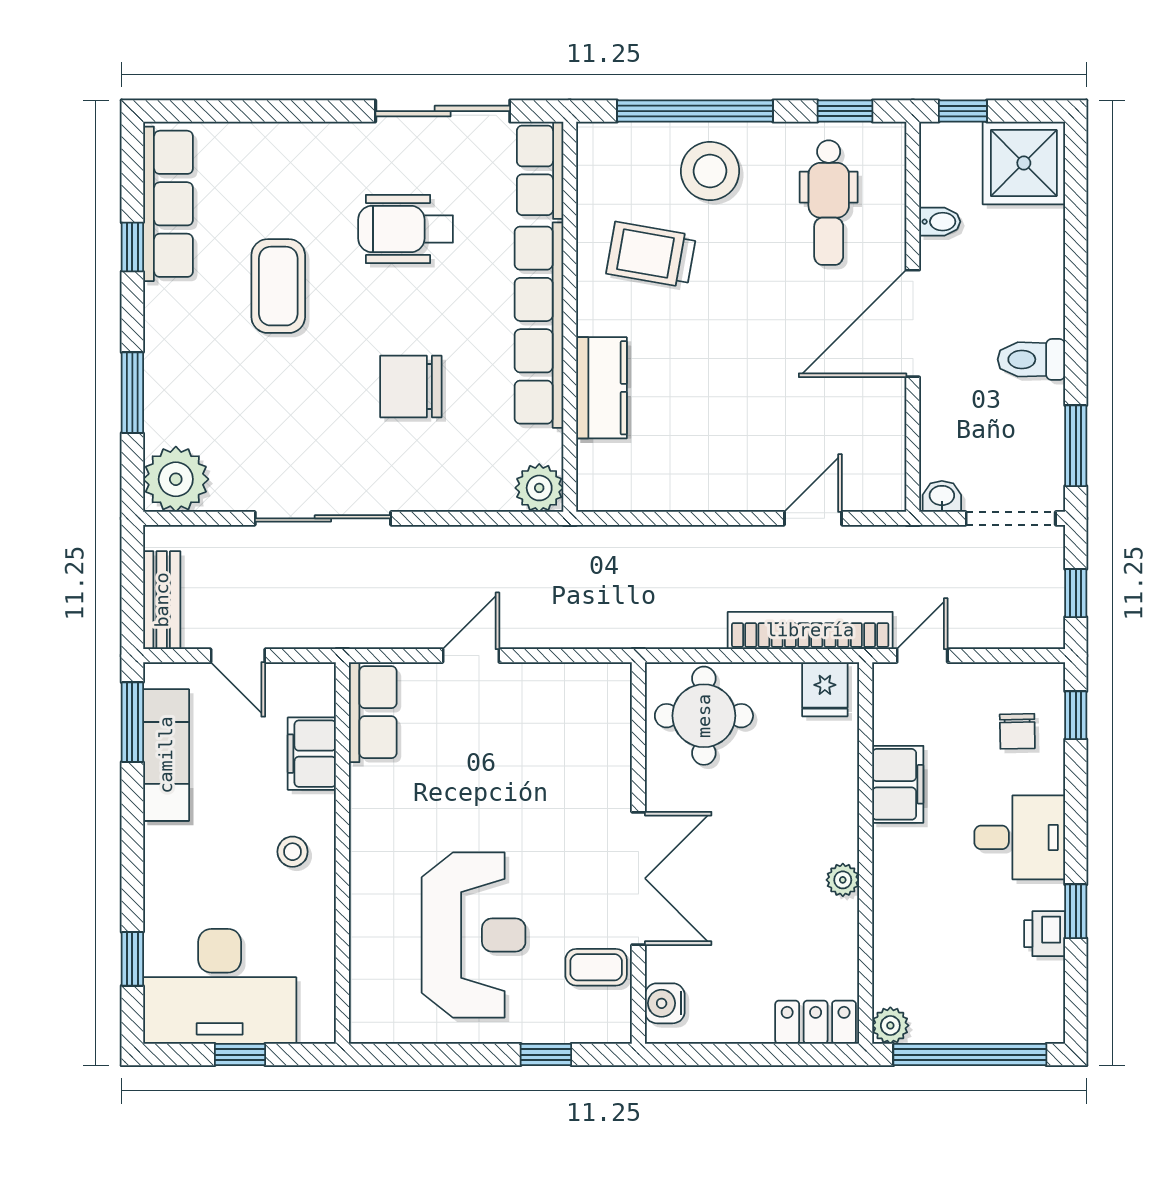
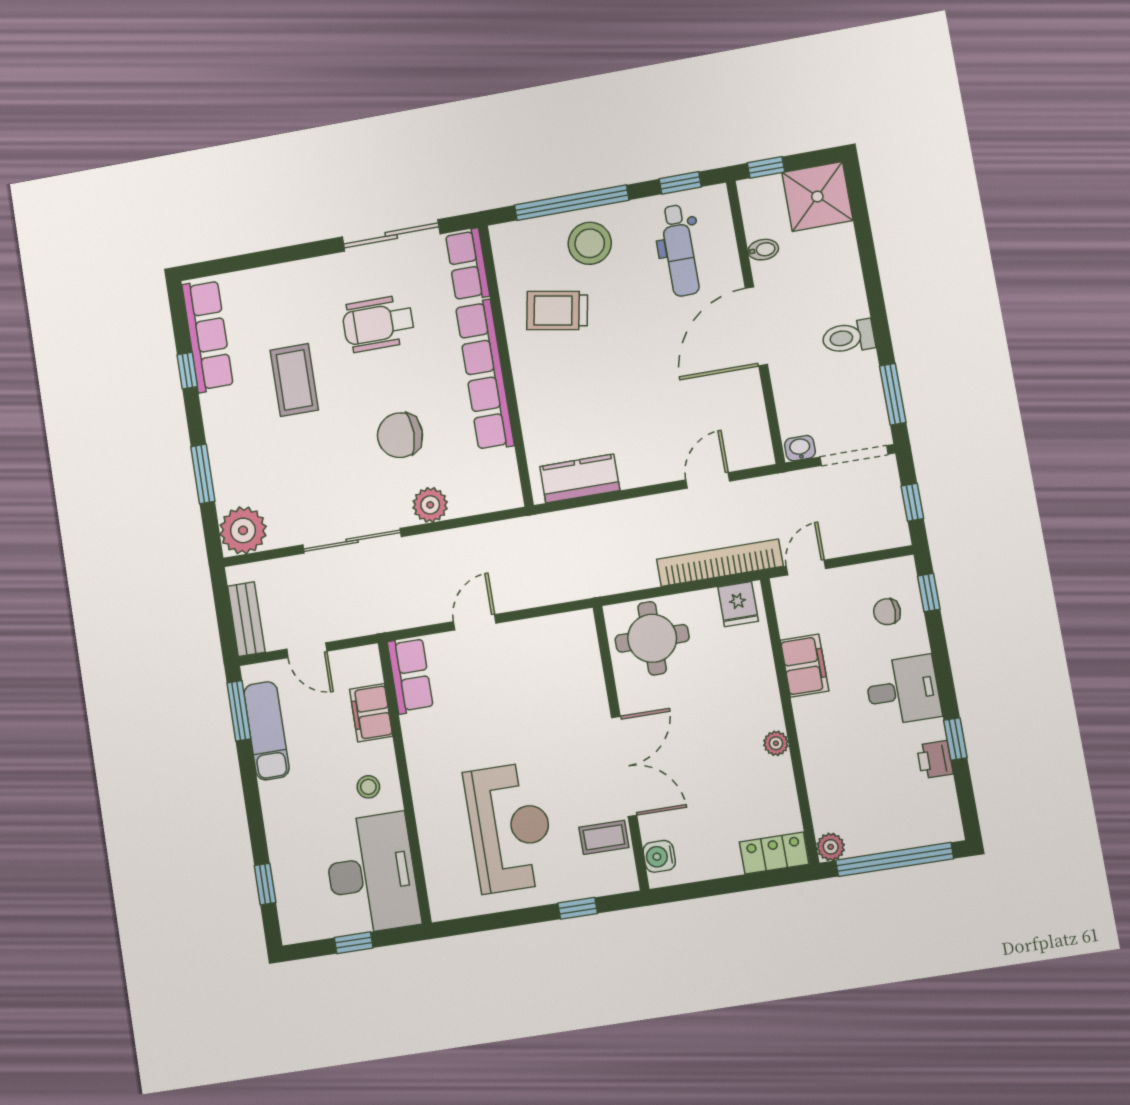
kitchen counter: (601, 388) -> (580, 478), moved, turned -90
plant: (539, 488) -> (430, 505), moved
chair: (1017, 731) -> (887, 612), turned 91
desk: (220, 986) -> (372, 874), moved, turned -90

